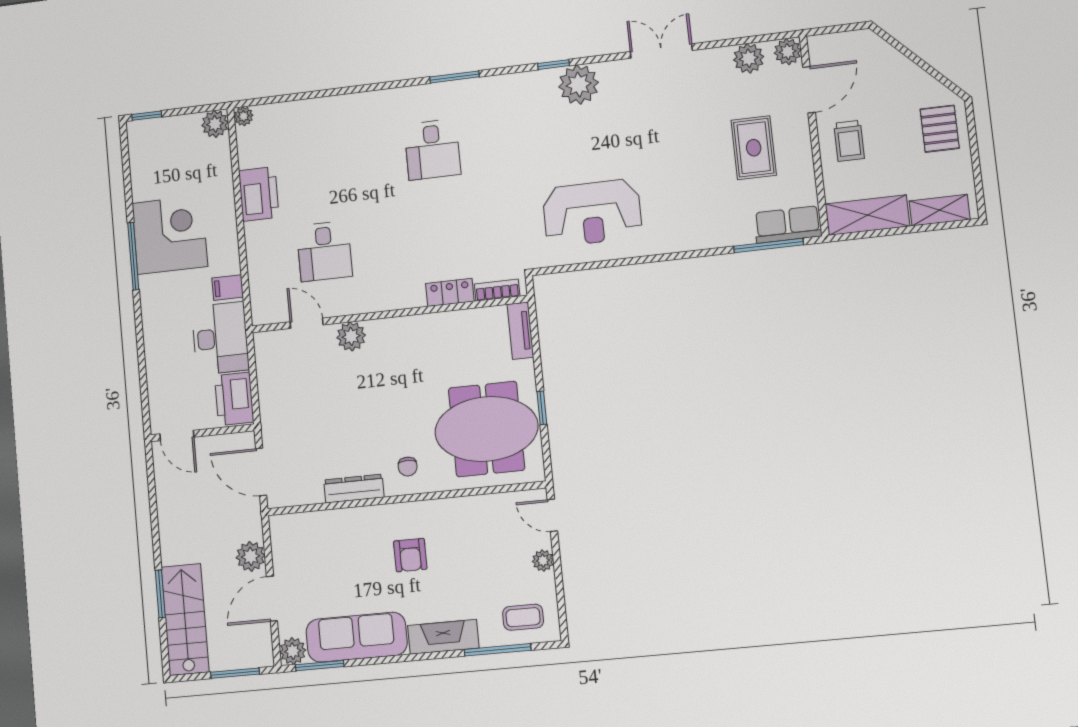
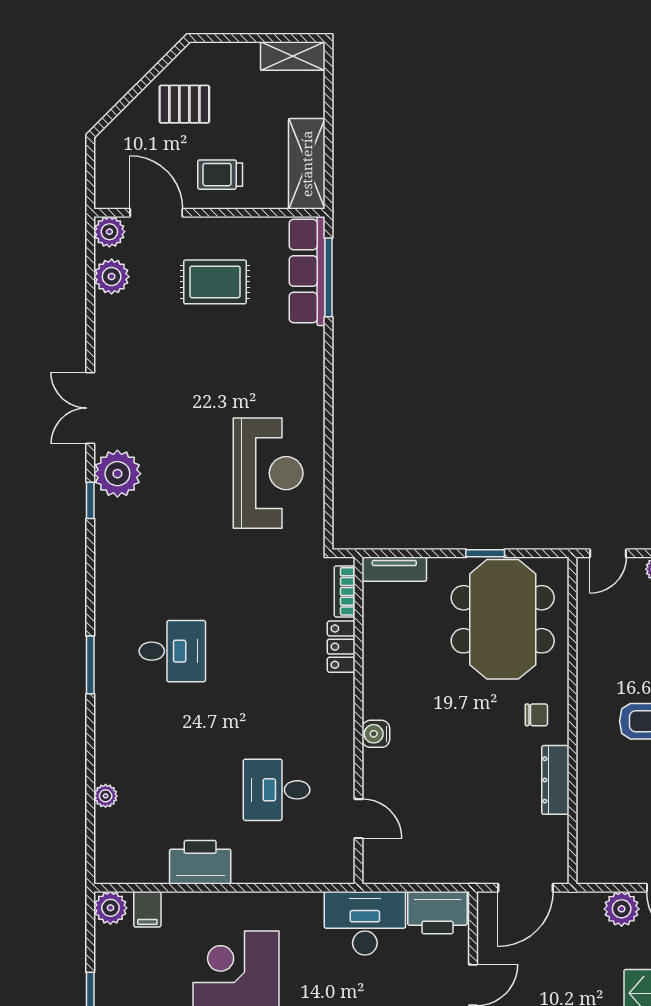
double door: (661, 51) -> (90, 408), moved
window: (454, 77) -> (90, 665), moved
plant: (244, 116) -> (106, 796), moved
pallet: (940, 129) -> (184, 104), moved
trolley: (849, 141) -> (220, 175), turned 180
shelving: (940, 210) -> (293, 56), moved, turned 90
row of seats: (788, 225) -> (307, 271), width x1.48
desk: (324, 251) -> (277, 790), turned 180
filing cabinet: (228, 288) -> (147, 909), moved
door: (307, 323) -> (359, 819), swing flipped
water cooler: (379, 330) -> (376, 734), added
plant: (351, 336) -> (379, 767), removed

